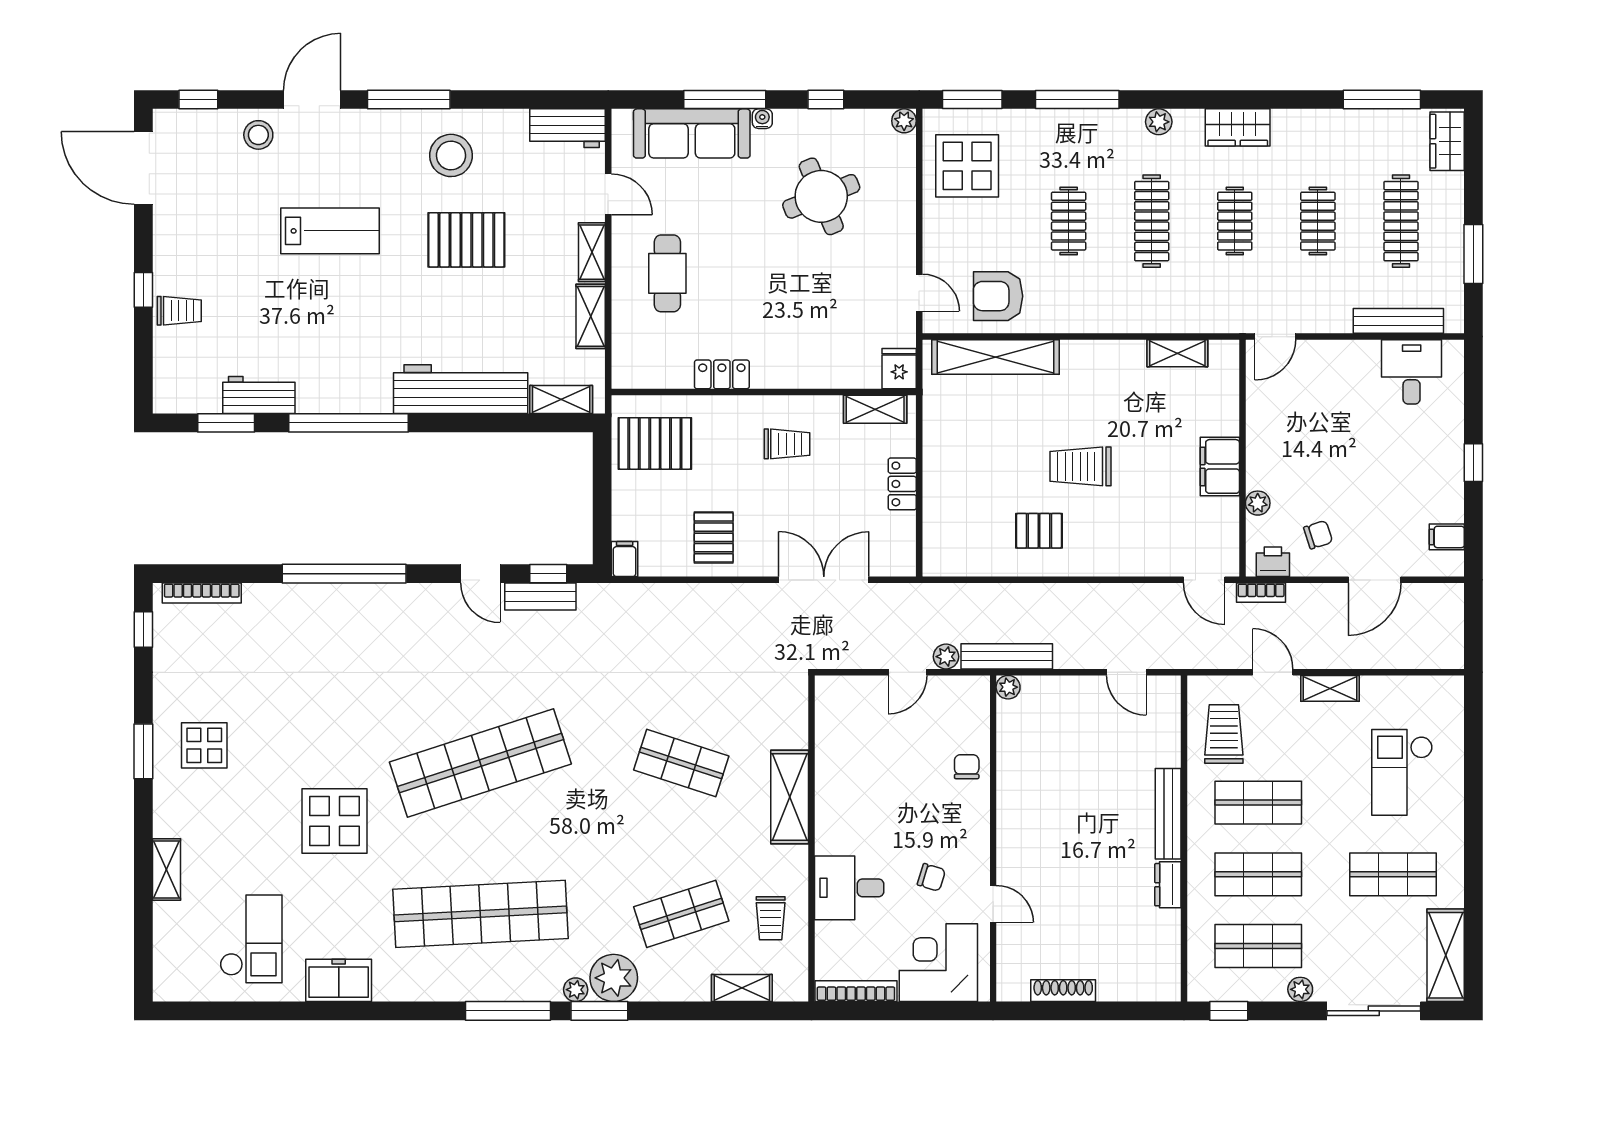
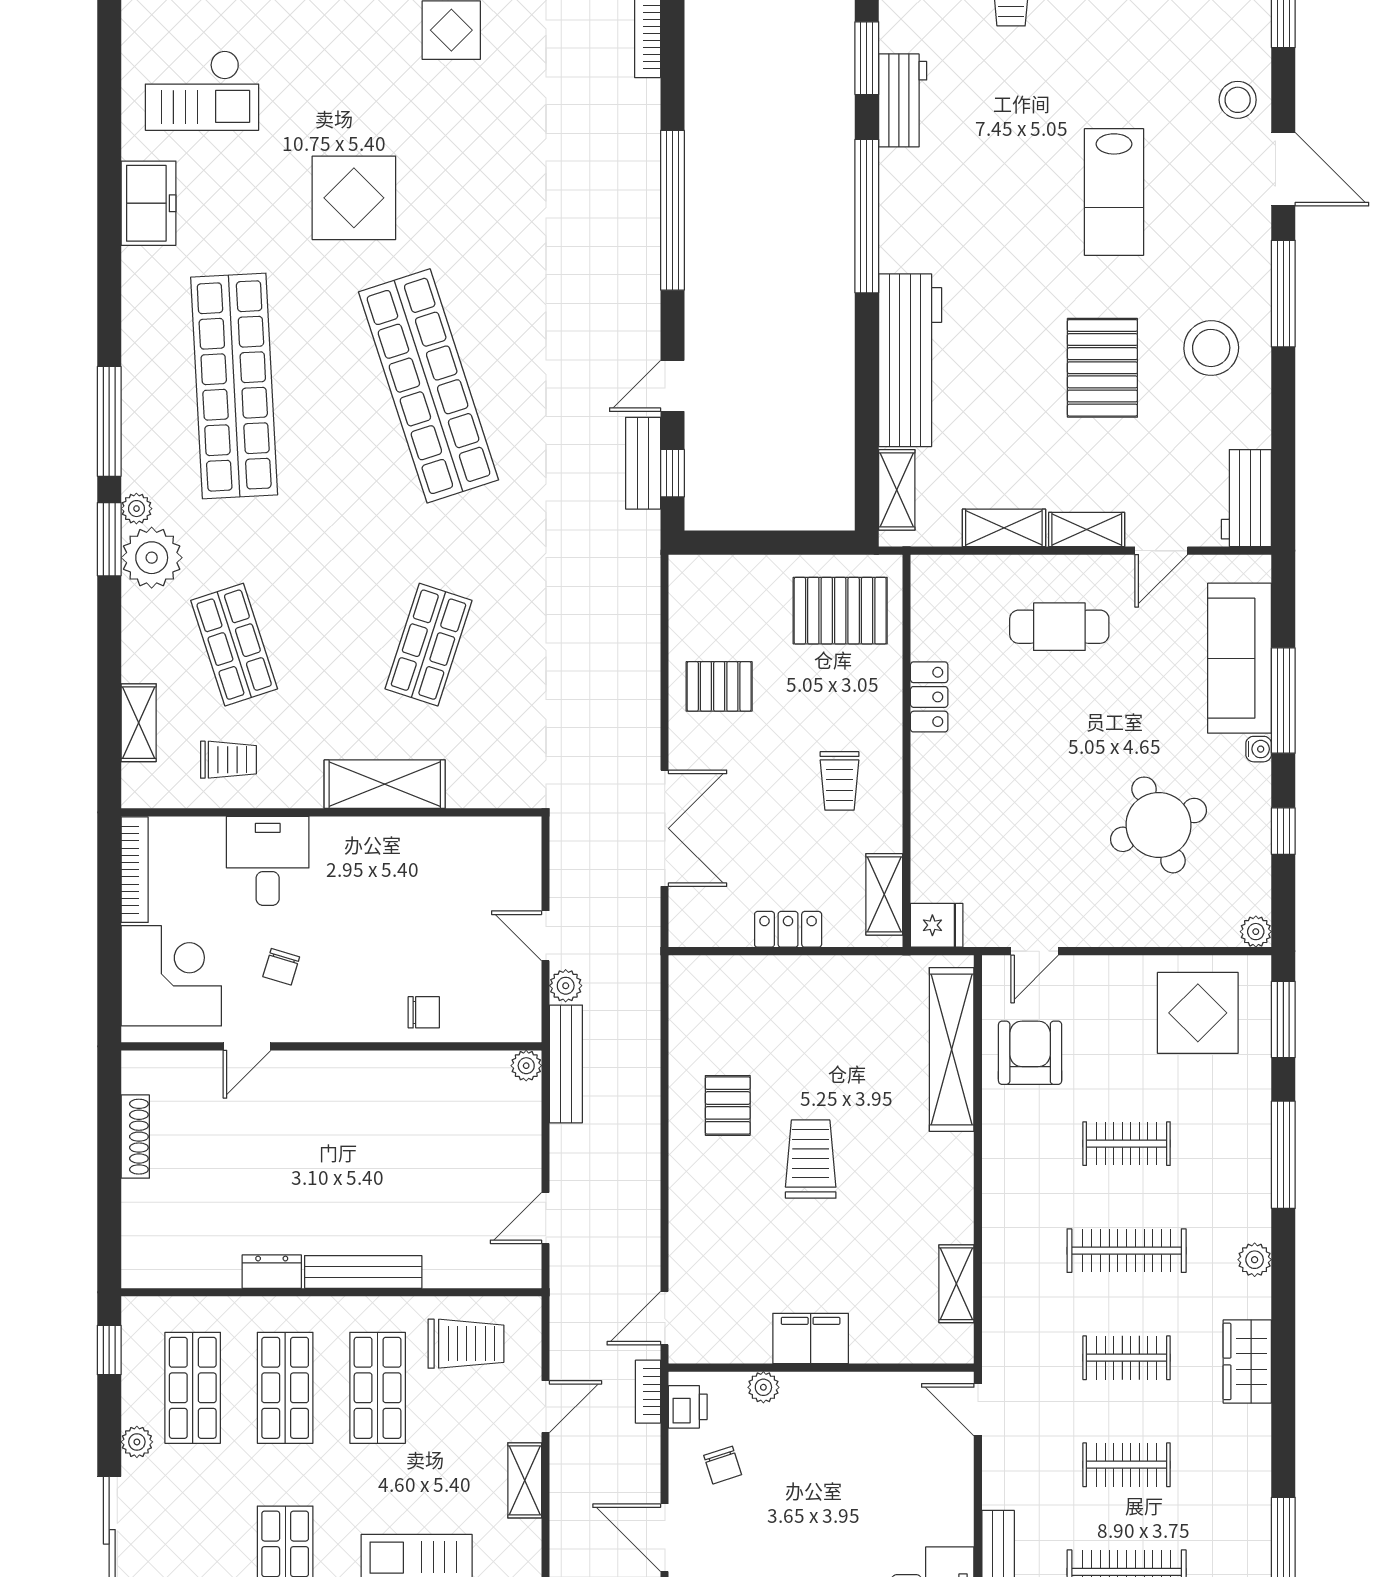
pallet: (655, 443) -> (840, 611), turned 90
filing cabinet: (625, 559) -> (691, 572), removed
trolley: (771, 918) -> (228, 760), turned 180

